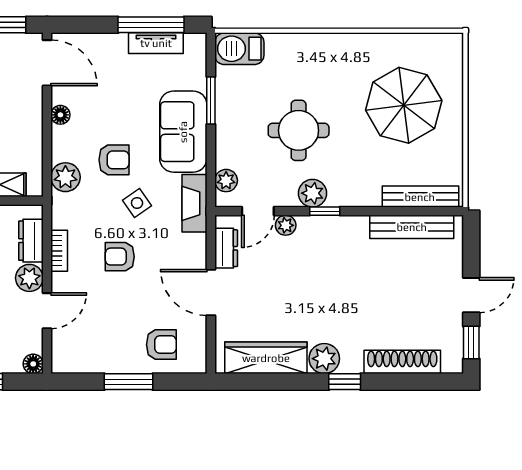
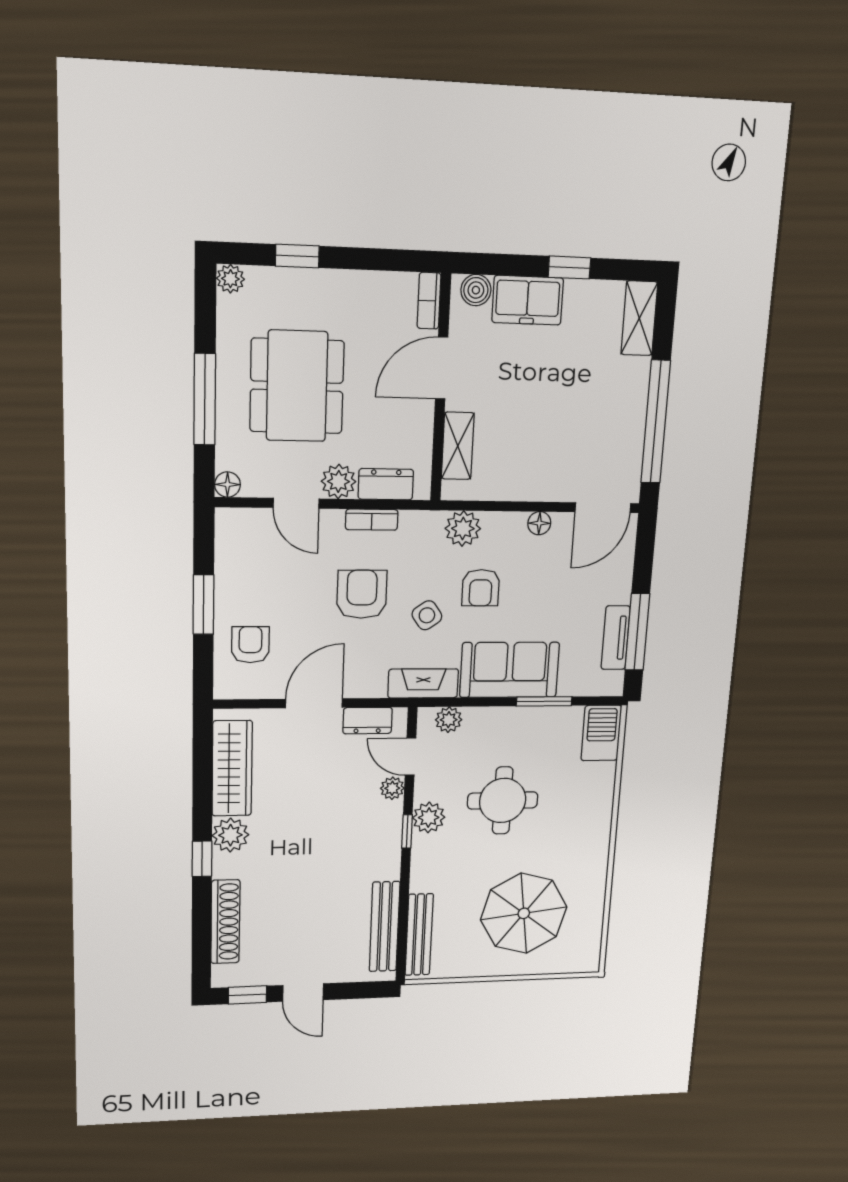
armchair: (120, 257) -> (362, 594), width x1.38, depth x1.38
armchair: (161, 345) -> (250, 645), turned 180

